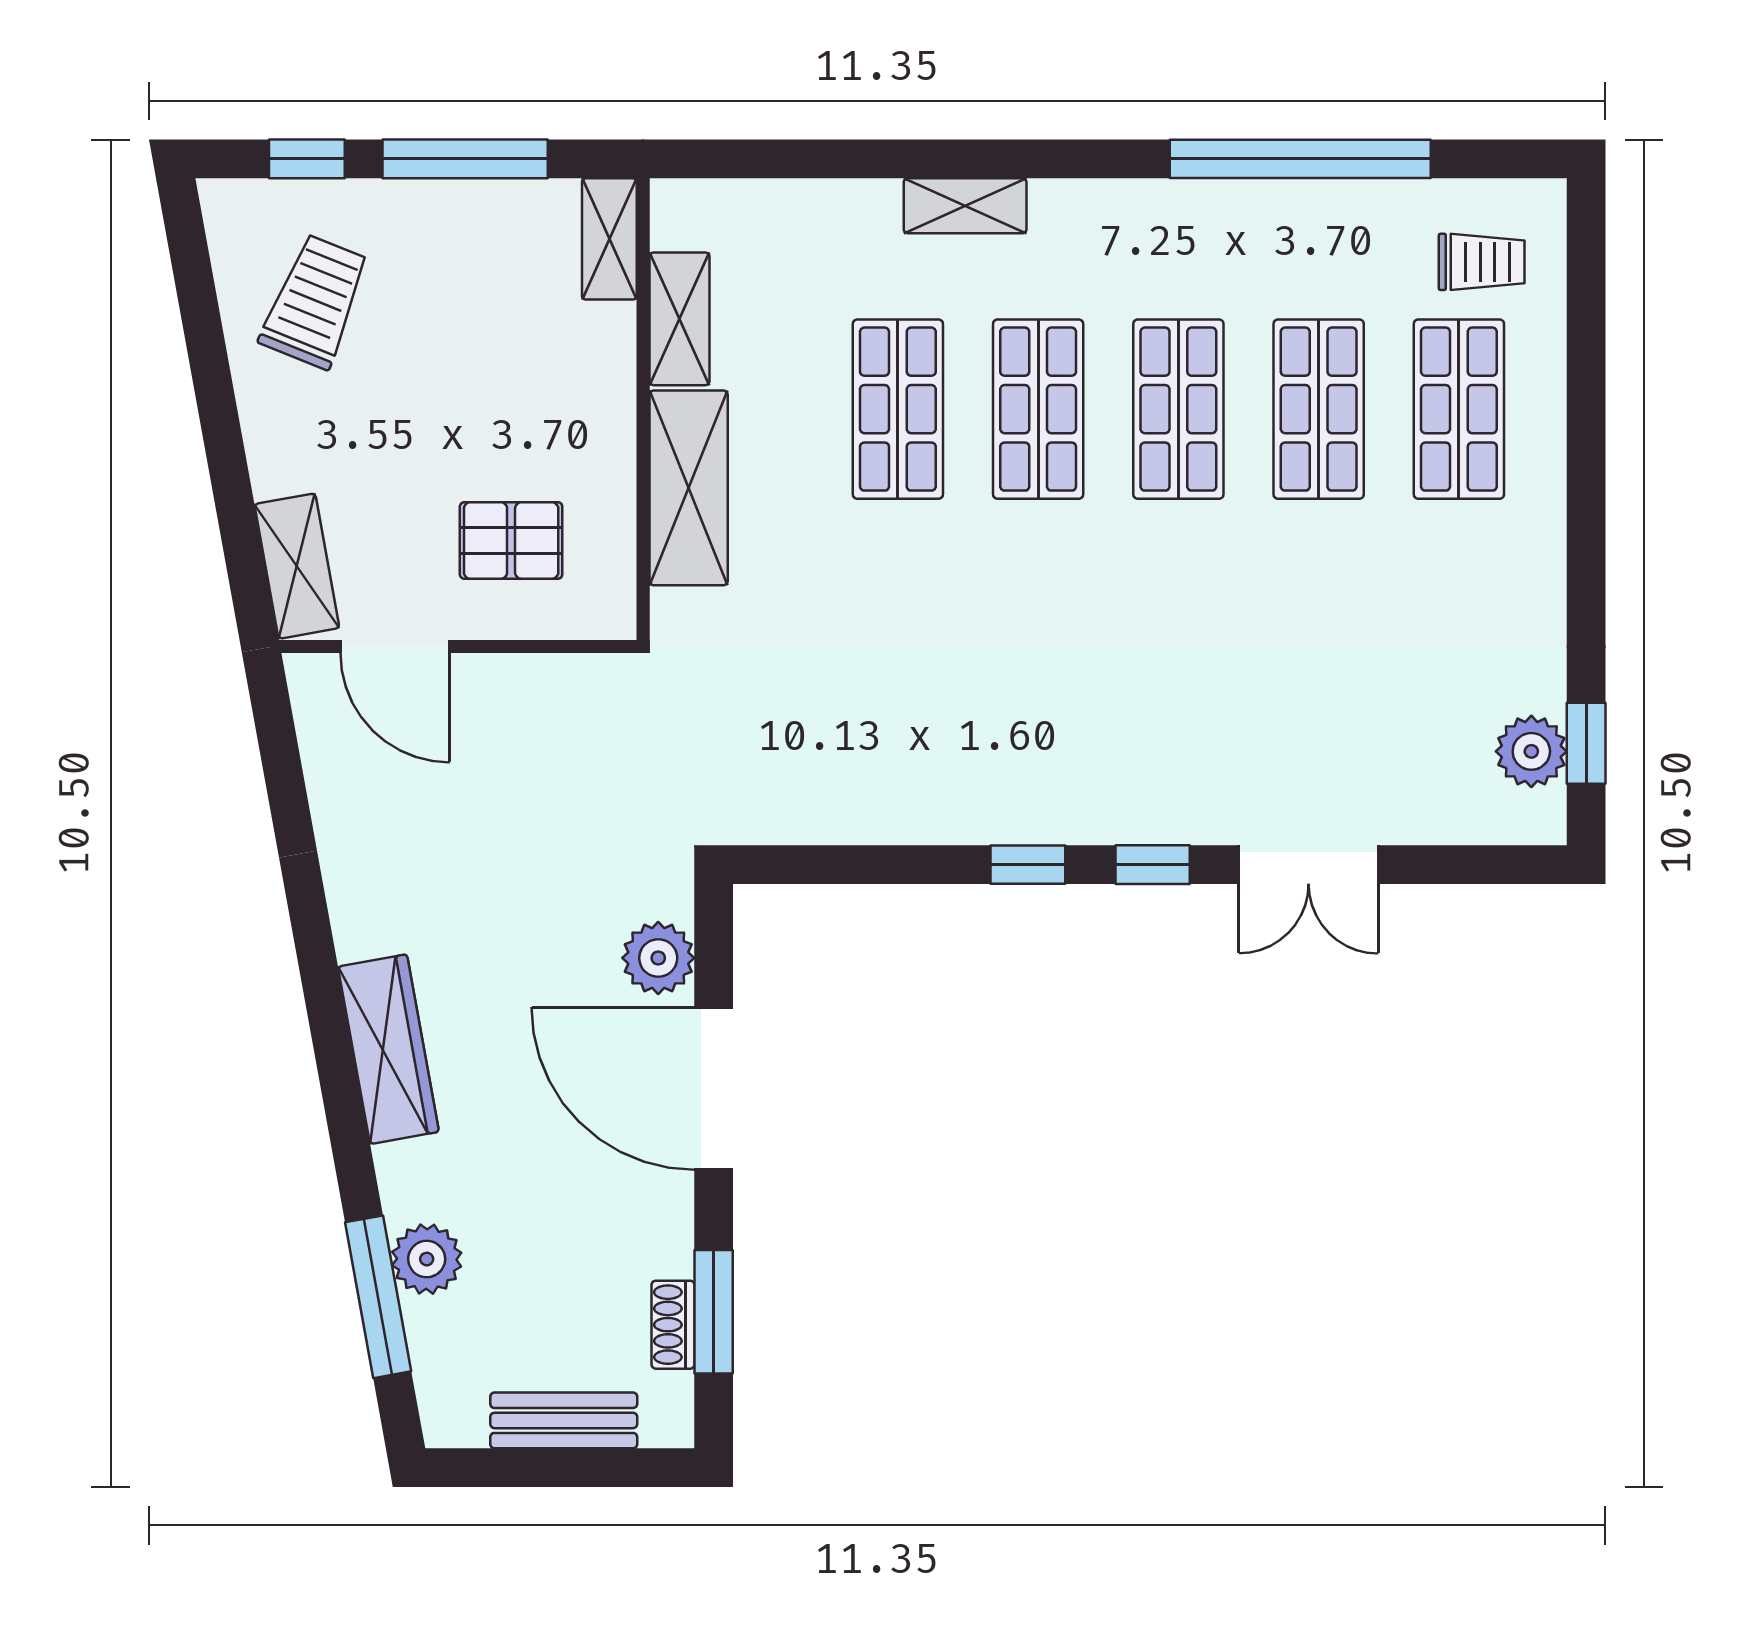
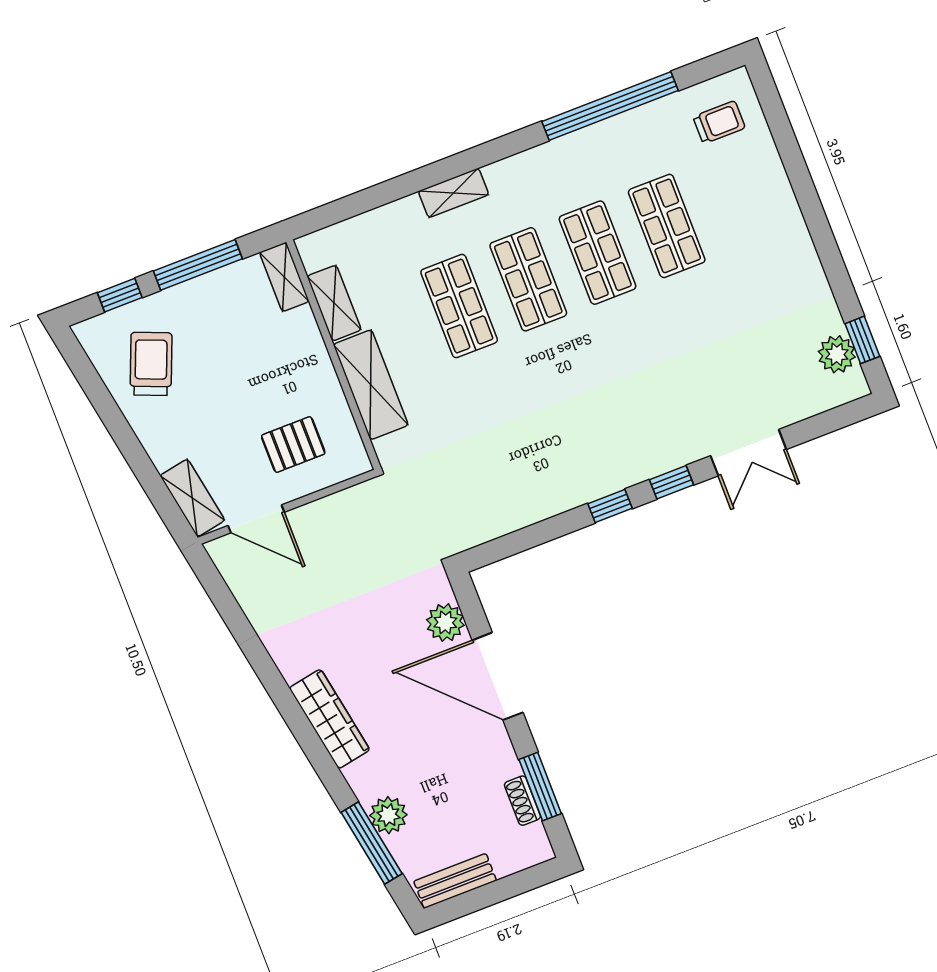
shop shelf: (1459, 409) -> (736, 199), removed
bench: (564, 1420) -> (455, 881), moved

